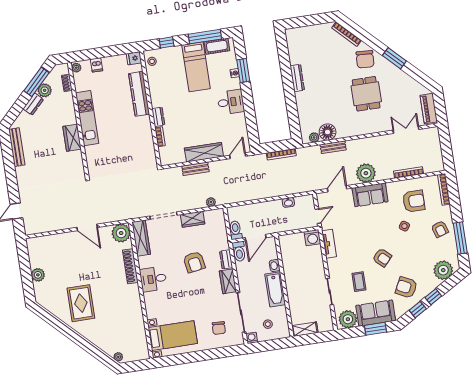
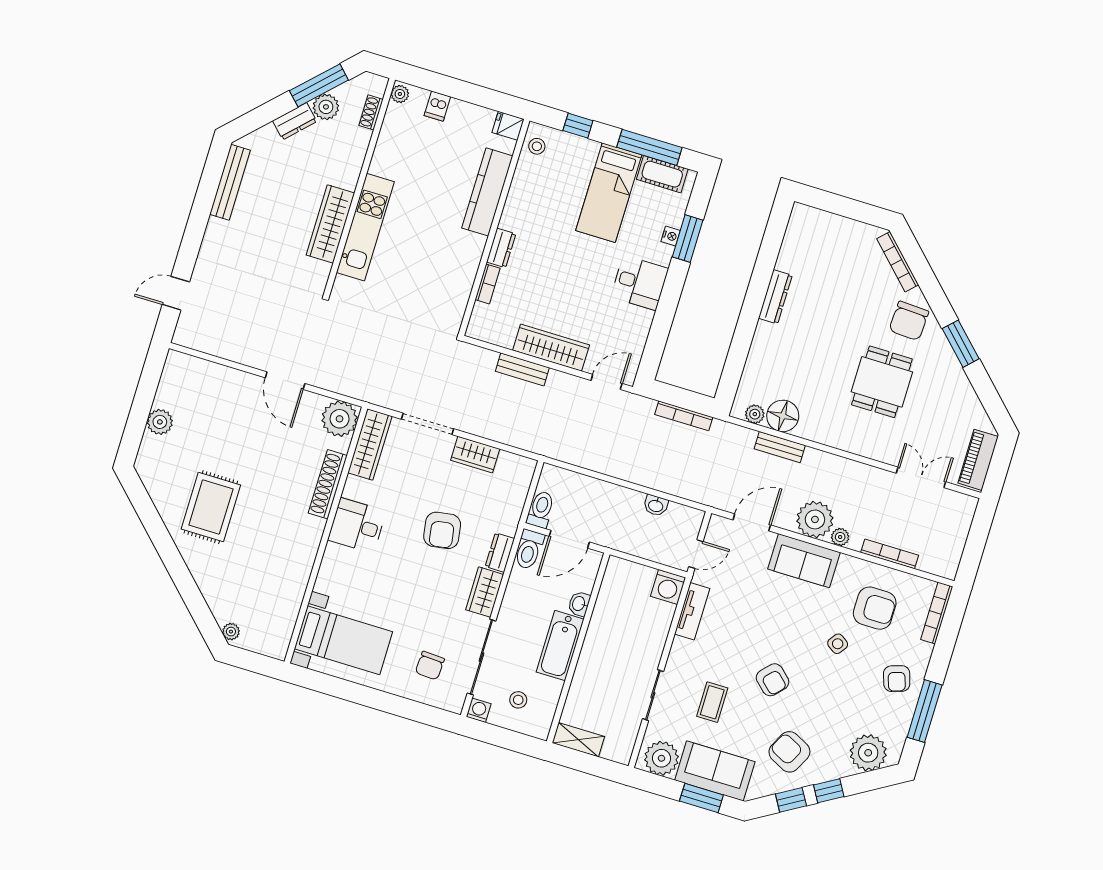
kitchen unit: (87, 118) -> (365, 227), moved
wardrobe: (72, 138) -> (330, 224), width x1.50
plant: (211, 202) -> (840, 537), moved

